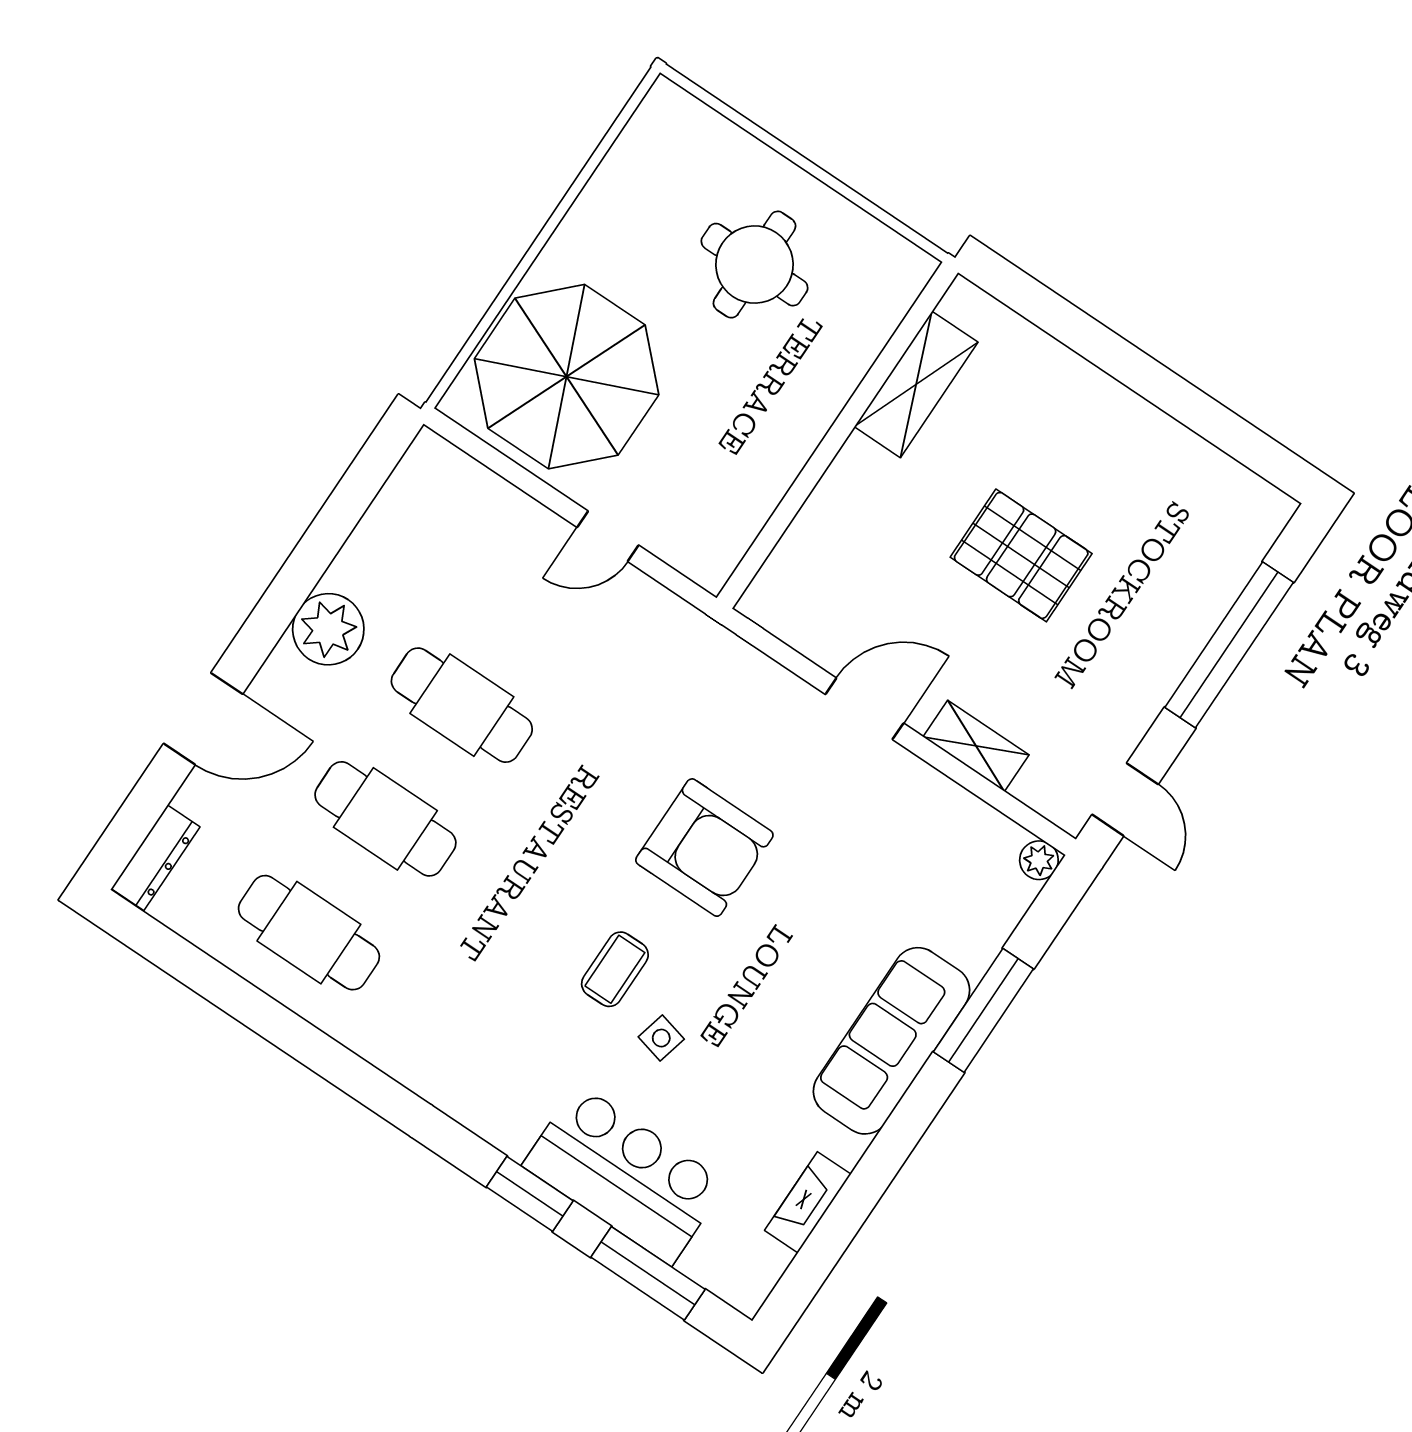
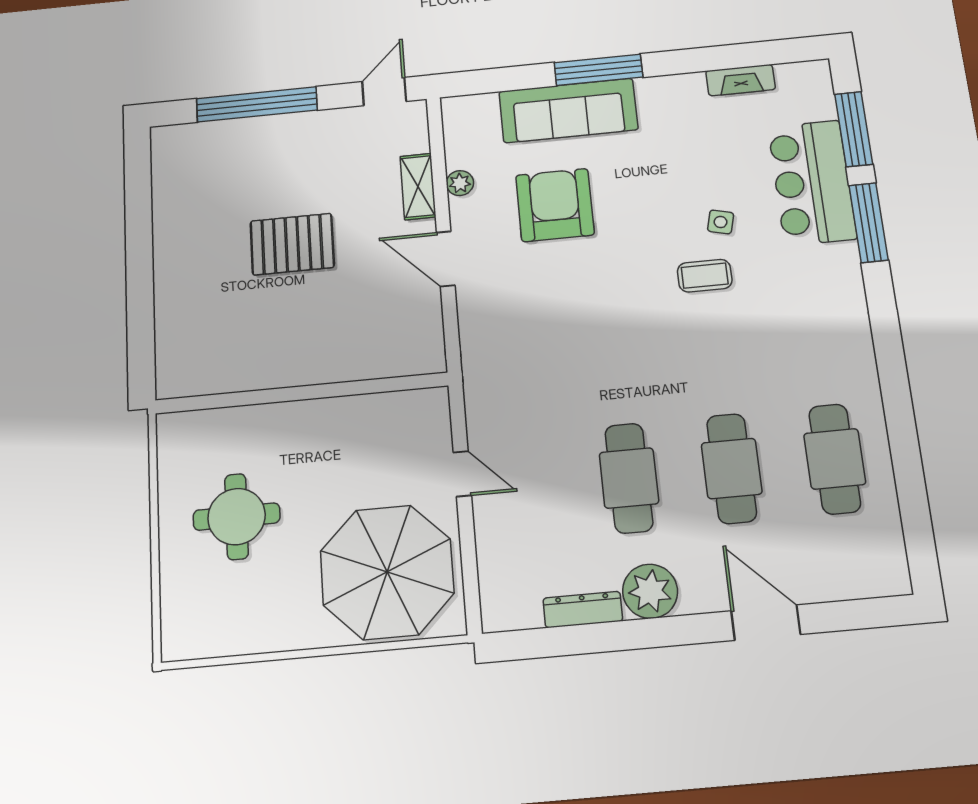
shelving: (916, 384) -> (238, 373), removed
pallet: (1021, 555) -> (292, 244), turned 90
armchair: (704, 848) -> (555, 205), moved
dresser: (156, 858) -> (583, 610), moved
plant: (1039, 860) -> (460, 183), moved
window: (983, 1010) -> (599, 70), moved
sofa: (892, 1041) -> (568, 111), moved
window: (530, 1194) -> (869, 223), width x1.44

